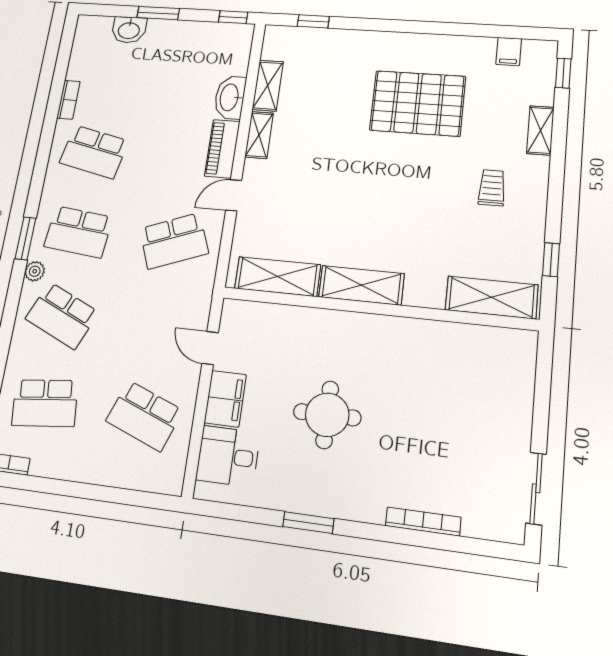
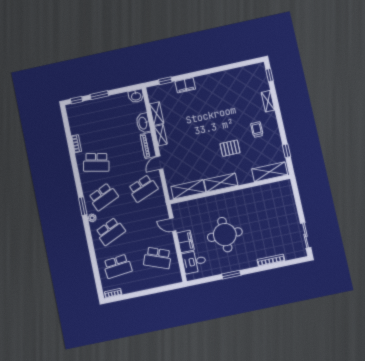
window: (233, 17) -> (76, 100), moved
washbasin: (129, 30) -> (136, 96), moved
filing cabinet: (509, 52) -> (185, 85), moved, width x2.00
pallet: (418, 103) -> (230, 148), moved, width x0.49, depth x0.50
school desk: (78, 232) -> (103, 197), turned -30
school desk: (62, 315) -> (110, 231), turned -48
round table: (327, 415) -> (225, 235), width x1.36, depth x1.36

